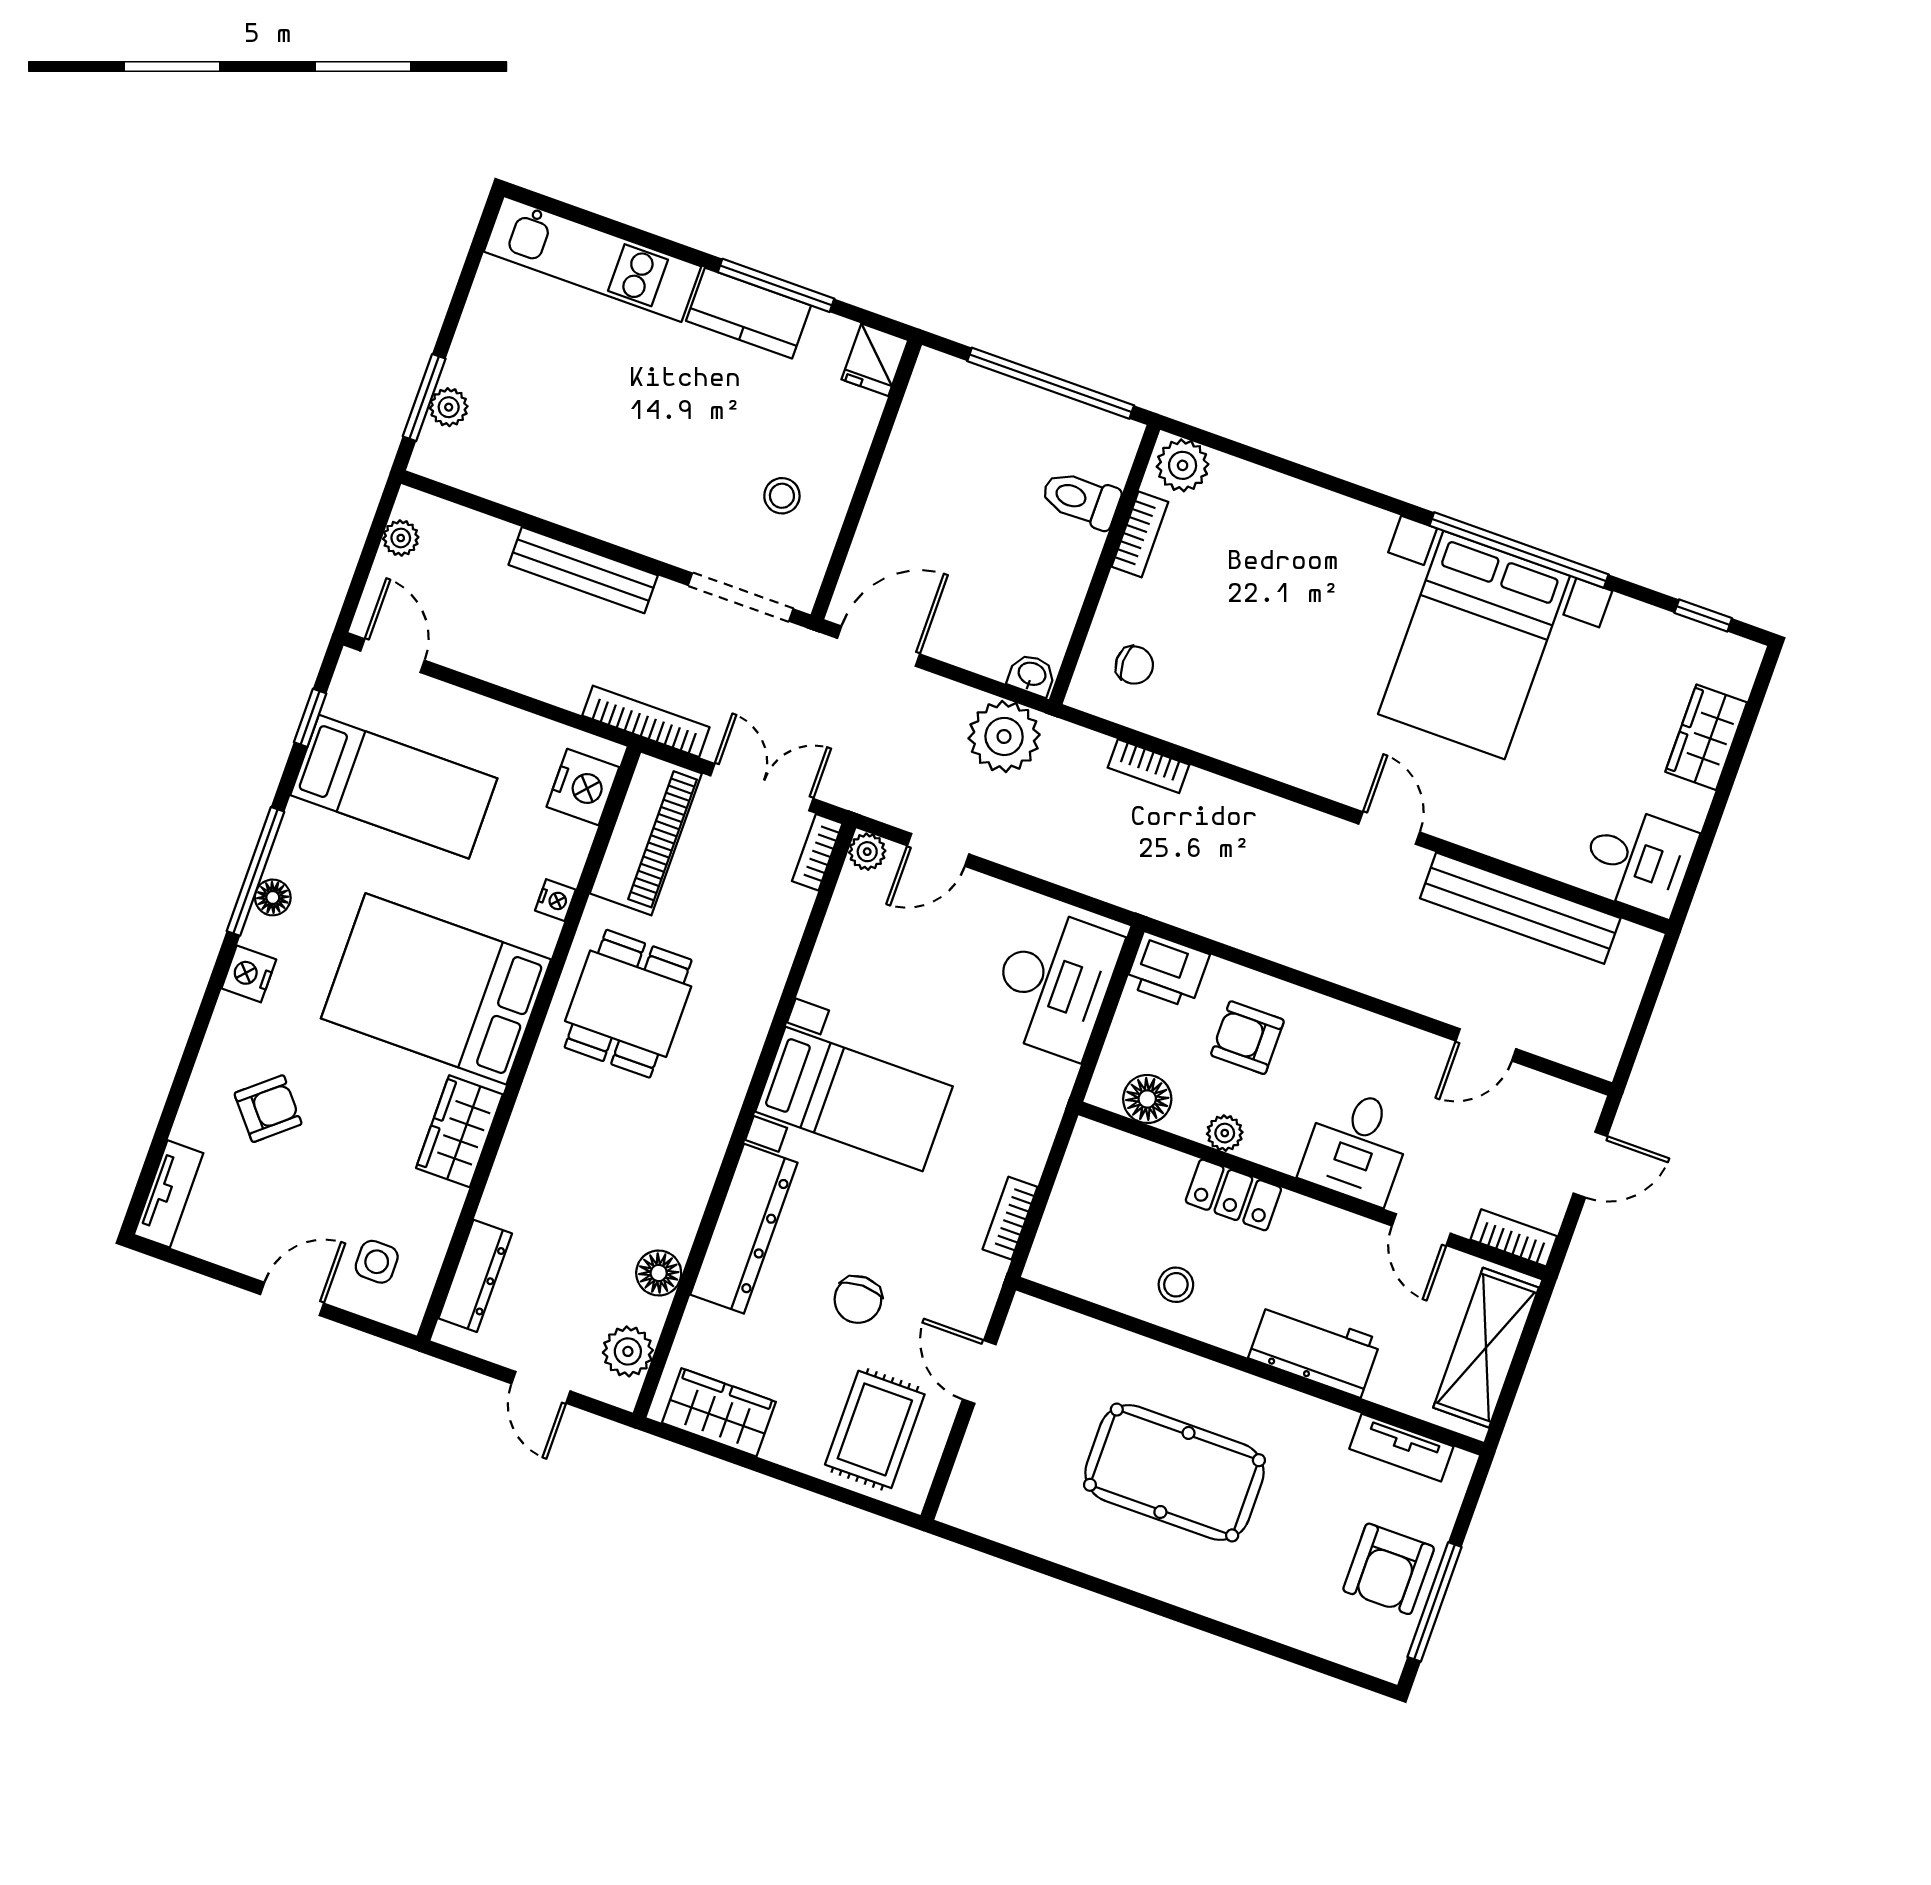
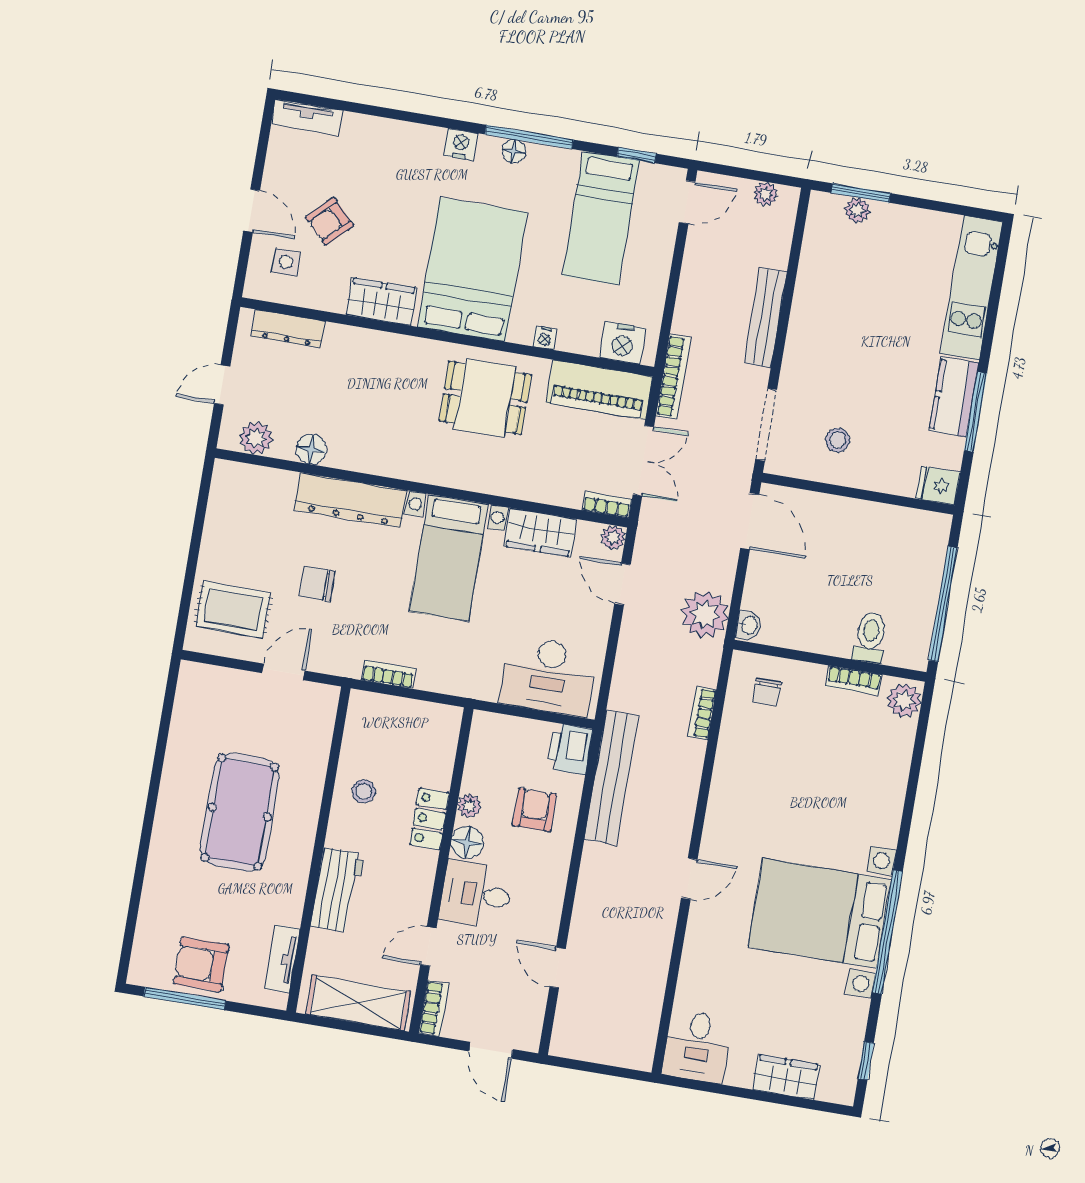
bench: (1520, 908) -> (611, 777), moved
floor lamp: (1147, 1099) -> (467, 842), moved
armchair: (268, 1109) -> (329, 221), moved, turned 85
wardrobe: (719, 1412) -> (540, 533), moved, turned 90

